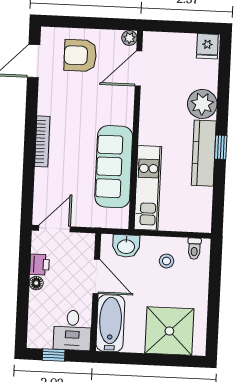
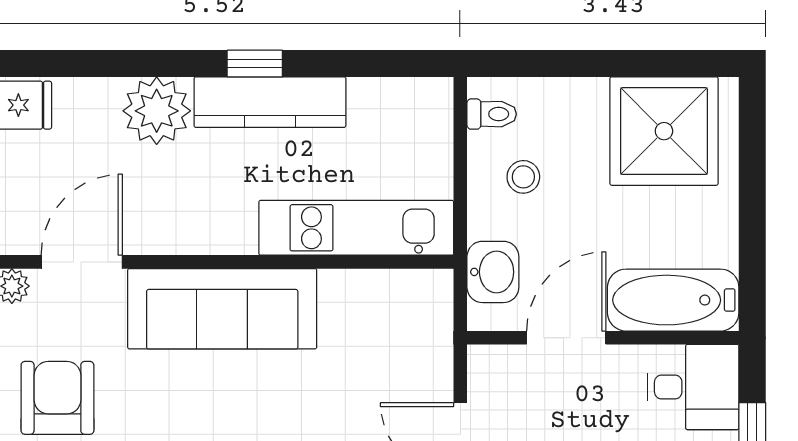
armchair: (80, 55) -> (57, 398), turned 180
door: (138, 69) -> (82, 262), swing flipped
sofa: (114, 167) -> (222, 309), moved
shower: (169, 331) -> (664, 131), moved

